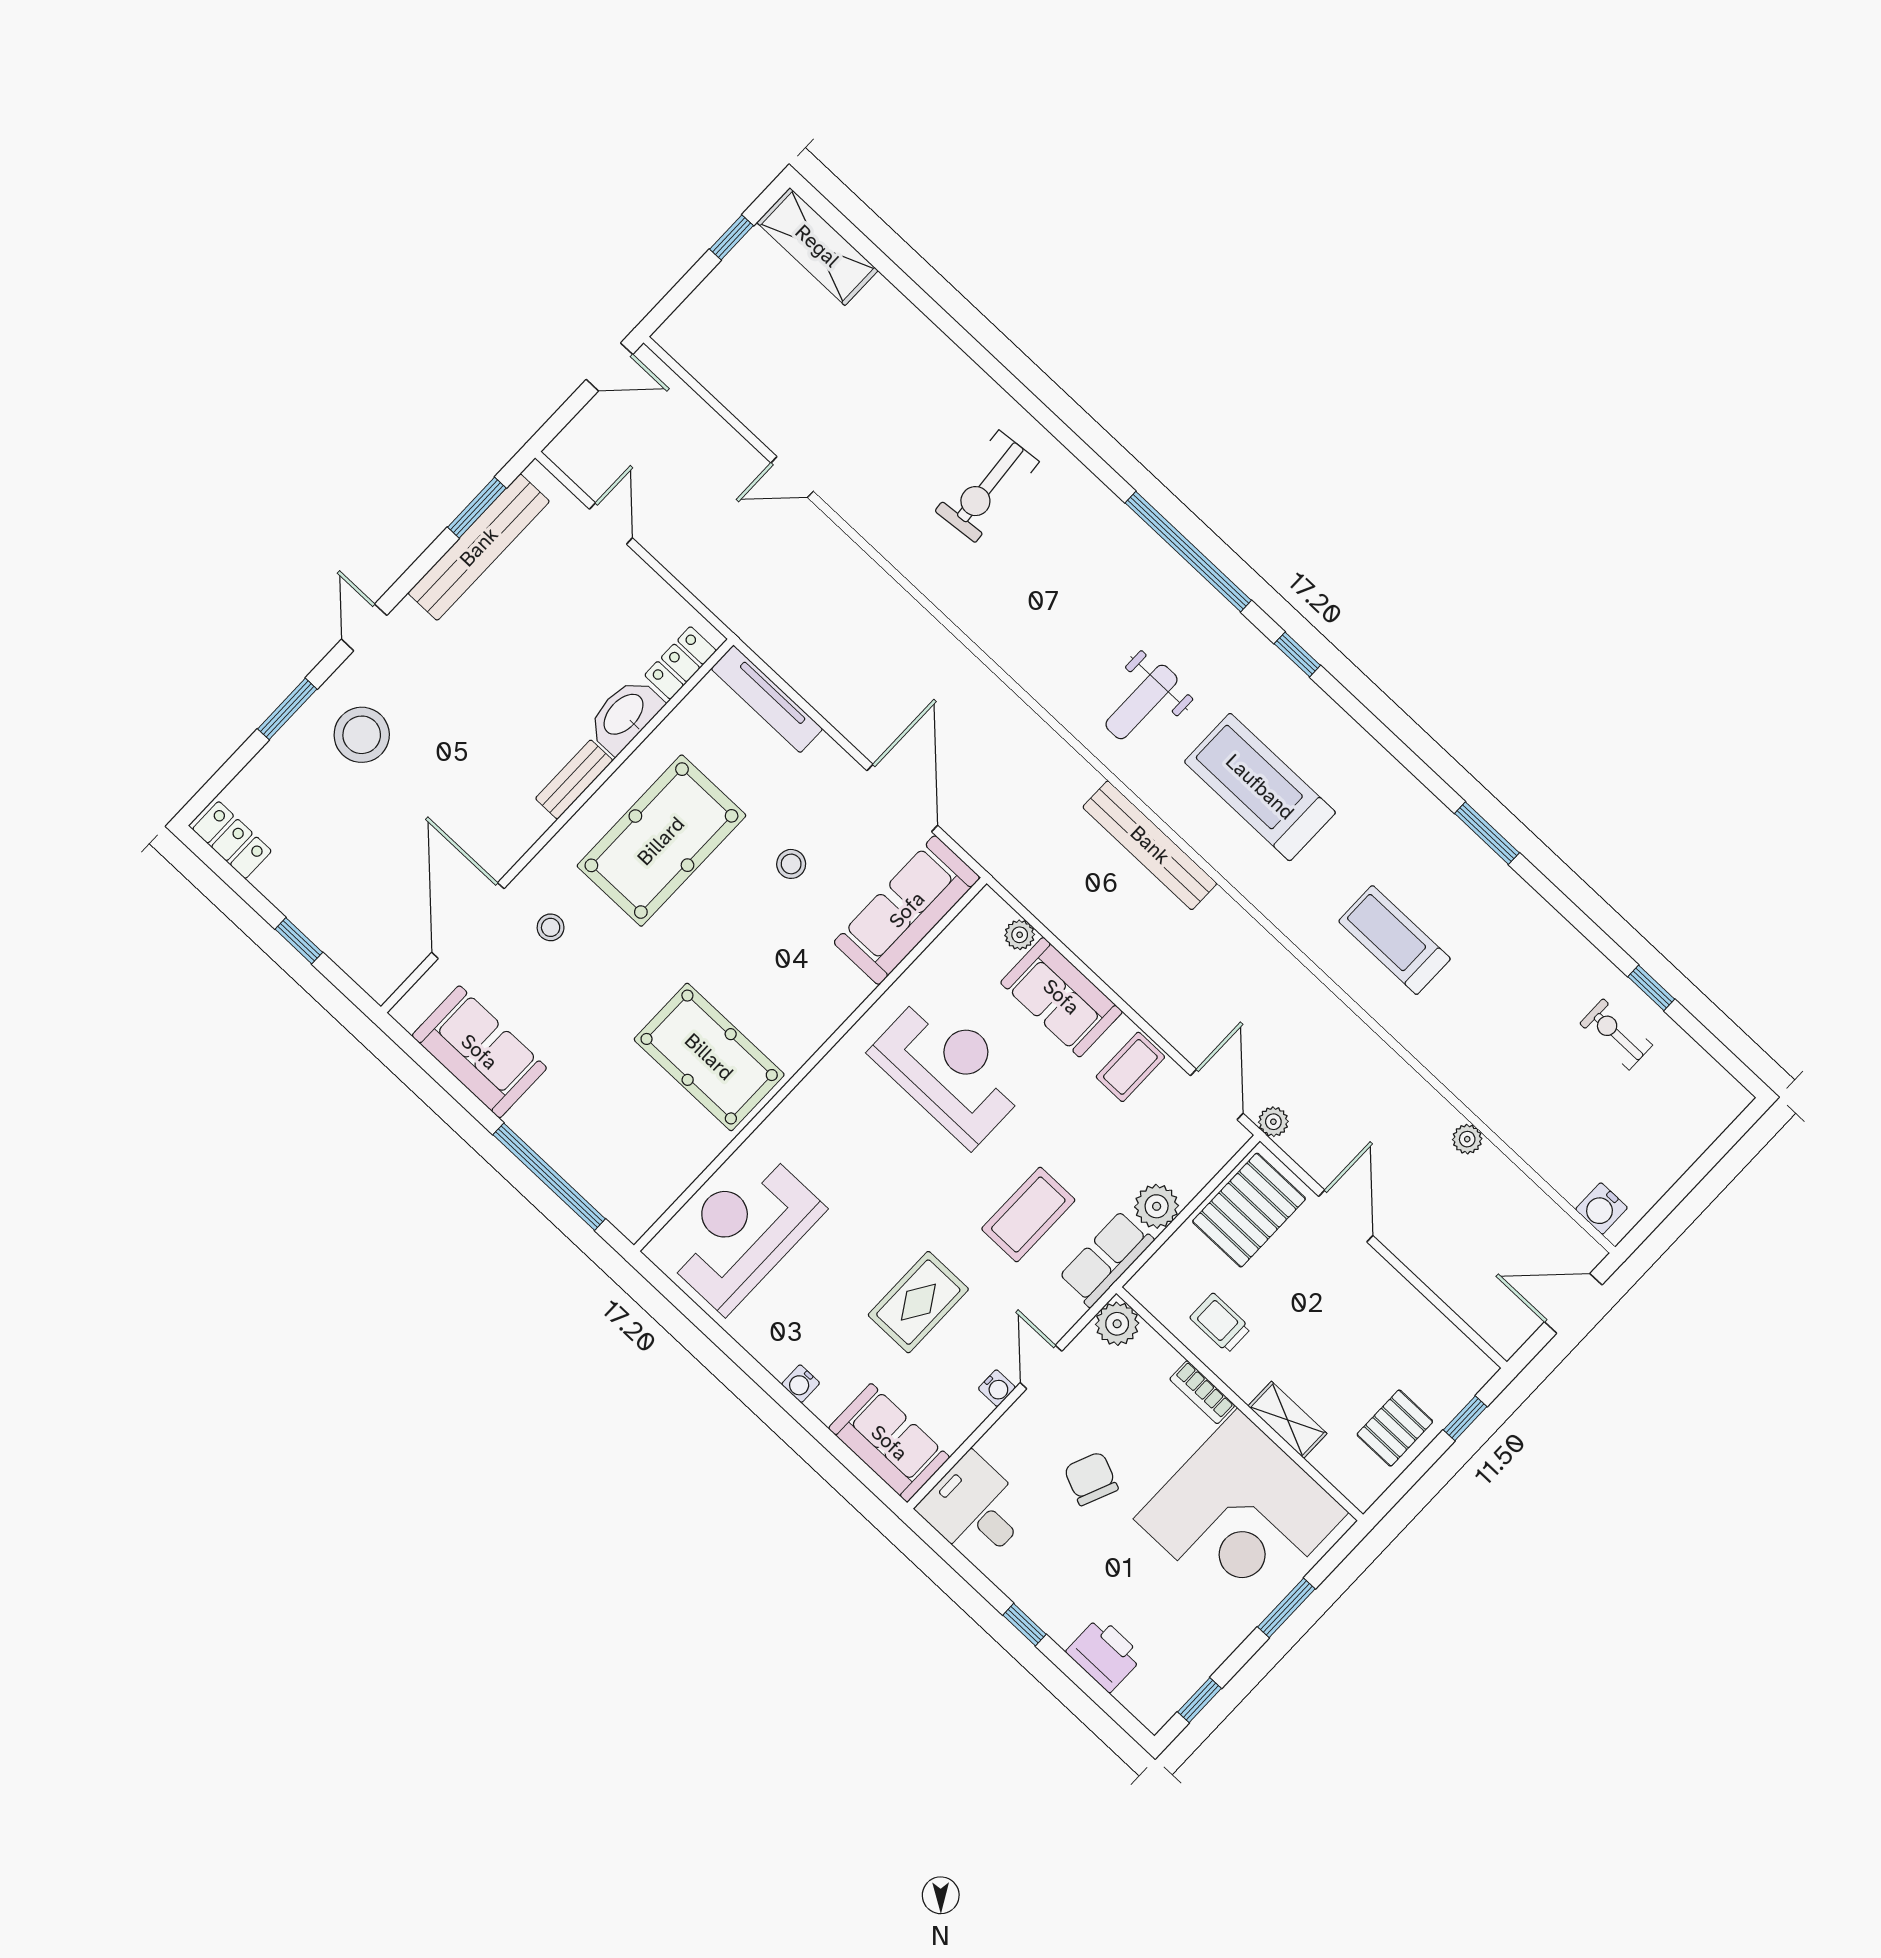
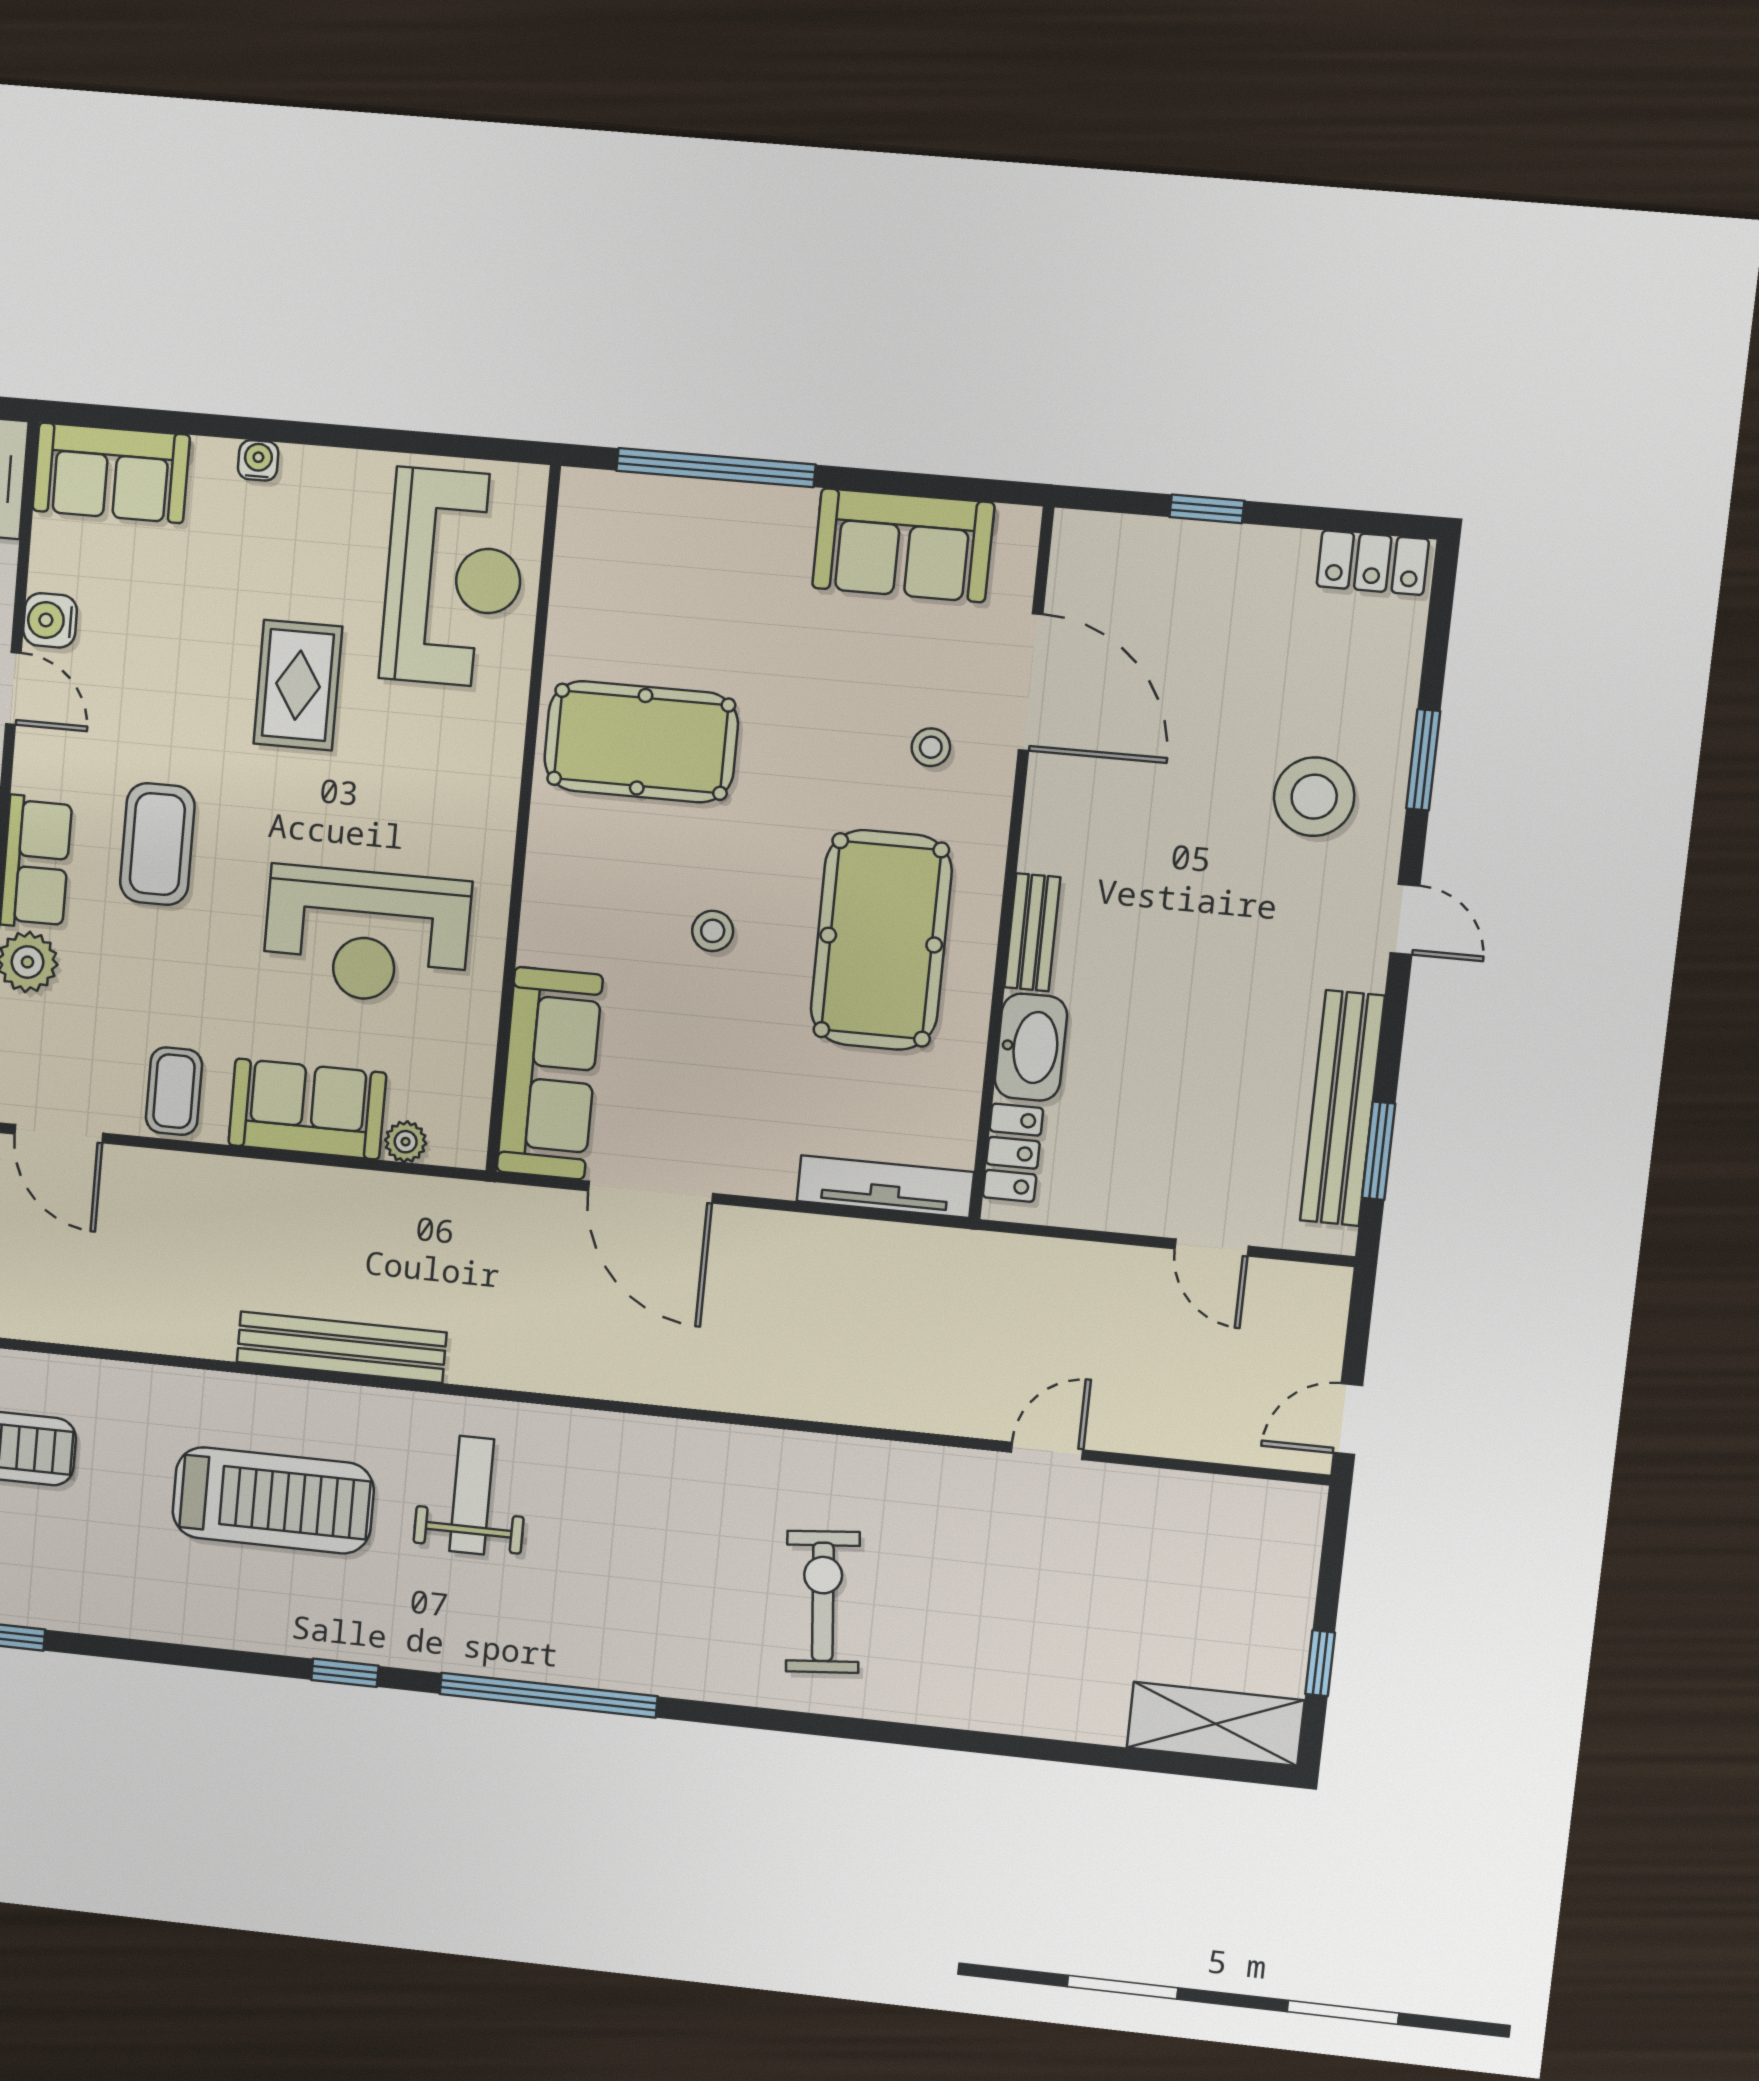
stool: (791, 864) -> (713, 931), moved
rug: (918, 1302) -> (298, 685), moved
water cooler: (997, 1388) -> (50, 620), width x1.38, depth x1.38

